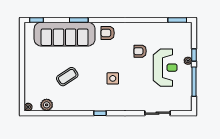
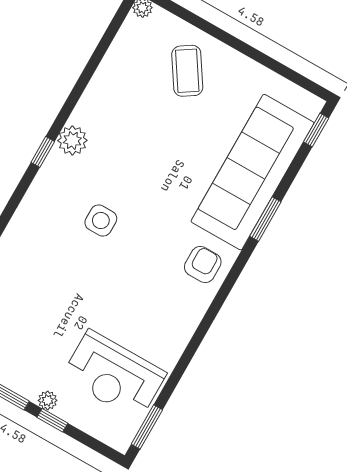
armchair: (140, 51) -> (125, 311), removed
reception desk: (165, 68) -> (114, 375), moved
coffee table: (67, 77) -> (187, 71), moved
plant: (47, 105) -> (72, 140), moved

